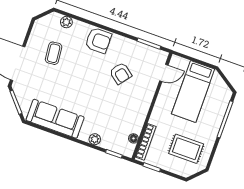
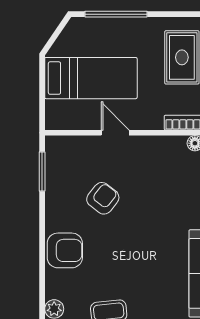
armchair: (98, 40) -> (65, 250), turned 90
door: (164, 73) -> (115, 133), moved

